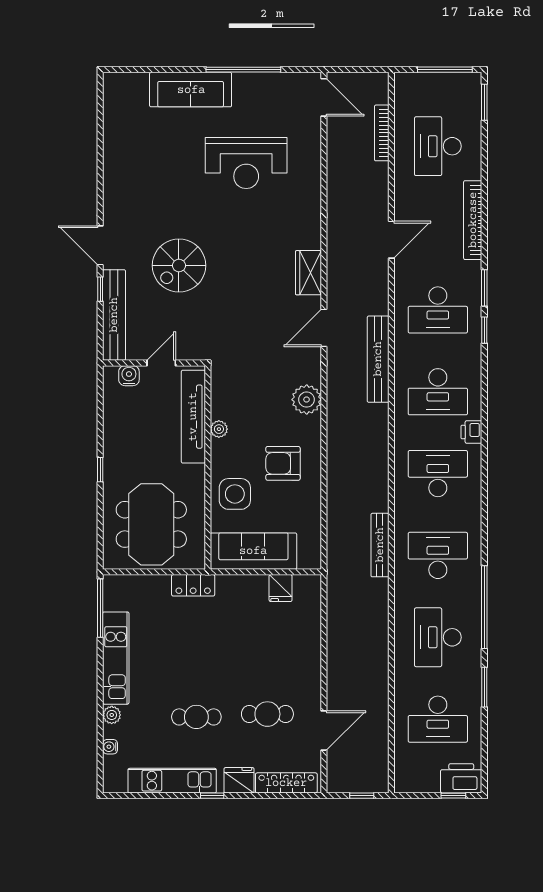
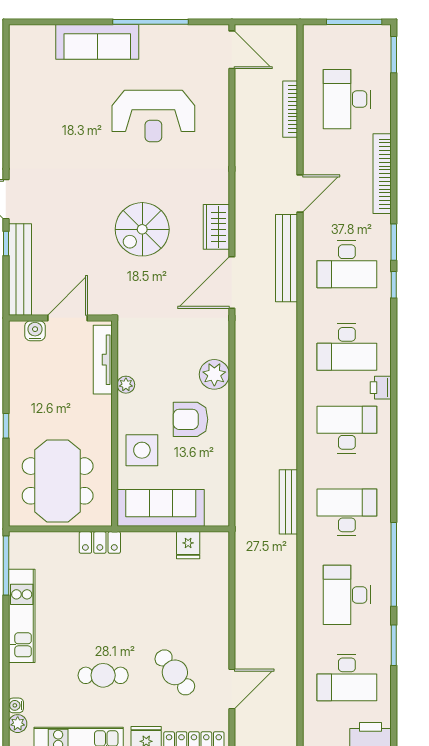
bookcase: (382, 133) -> (290, 109), moved
spiral stairs: (179, 266) -> (142, 229), moved
door: (324, 328) -> (232, 283), width x1.36
bench: (378, 359) -> (287, 258), moved
door: (161, 363) -> (68, 318), width x1.38
plant: (307, 400) -> (214, 374), moved
tv unit: (193, 417) -> (103, 360), width x0.73, depth x0.78
cafe table: (267, 714) -> (175, 672), turned 52
plant: (112, 715) -> (18, 724), moved

